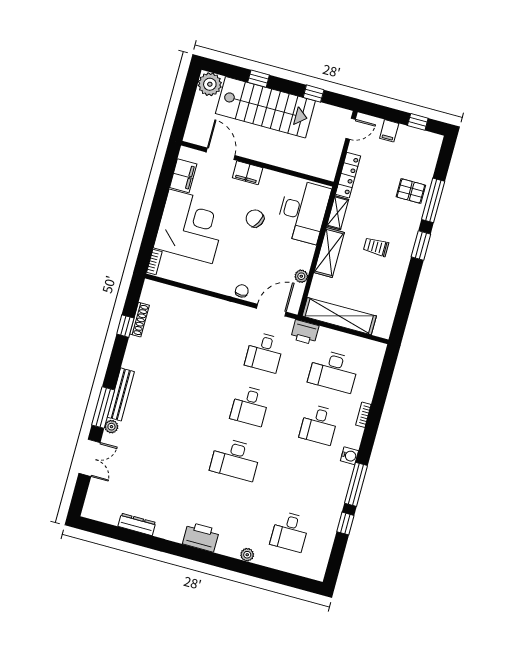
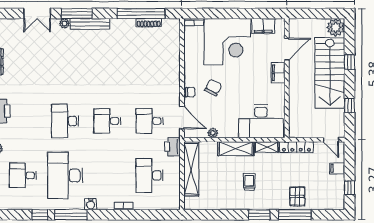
chair: (255, 218) -> (213, 88), moved
window: (125, 326) -> (141, 14), width x3.17
desk: (319, 425) -> (65, 175), moved, width x1.87, depth x1.30

